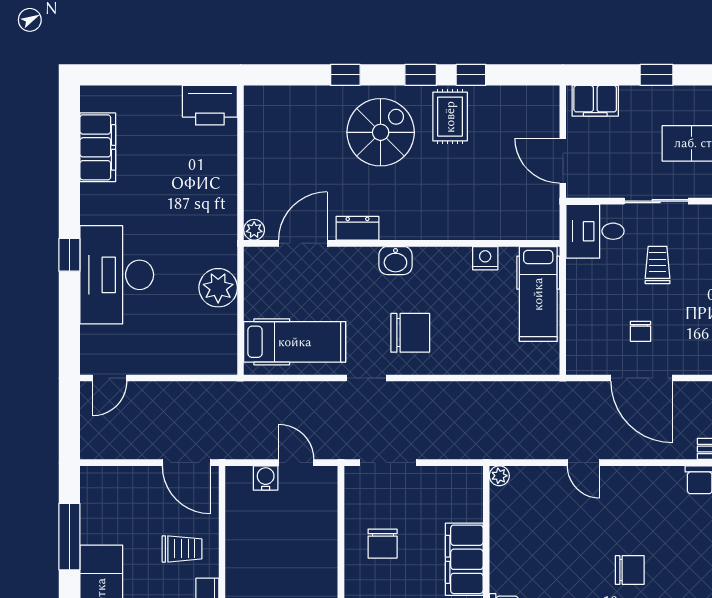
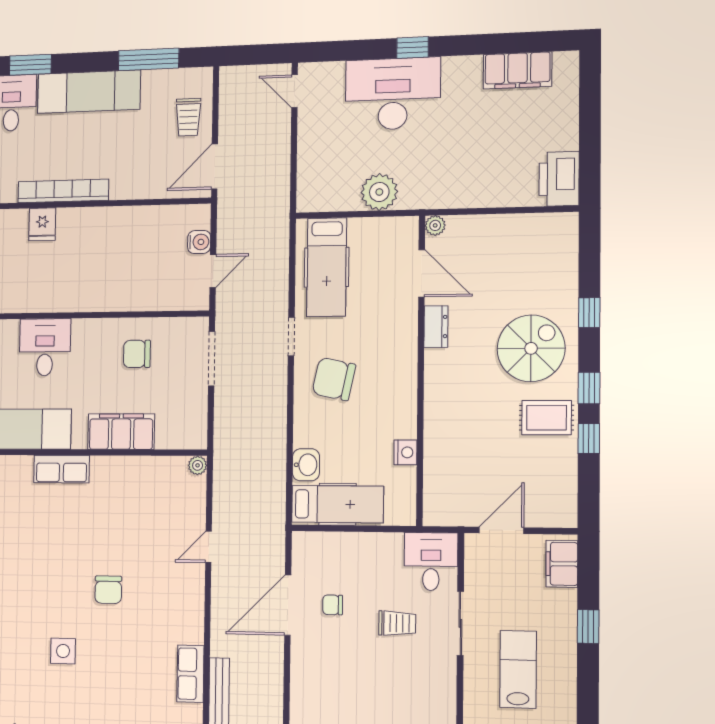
spiral stairs: (381, 132) -> (531, 348), turned -90
washbasin: (395, 261) -> (306, 465), moved, turned 180
hospital bed: (538, 294) -> (337, 504), moved, turned 180
chair: (410, 333) -> (334, 379), turned 102
trolley: (182, 549) -> (188, 117), moved

